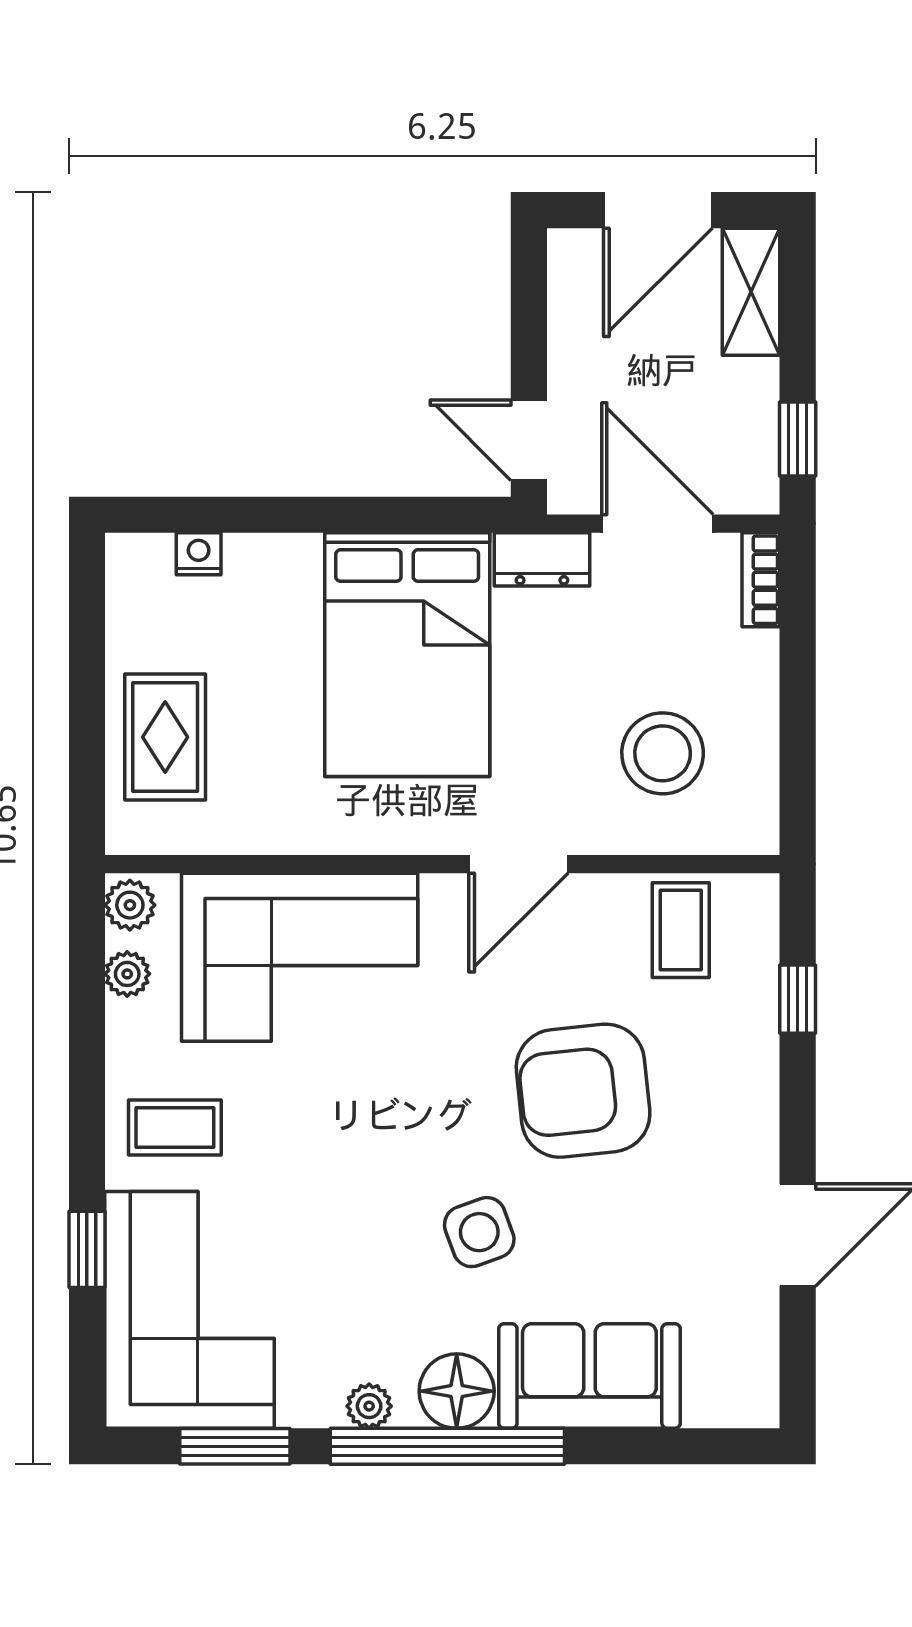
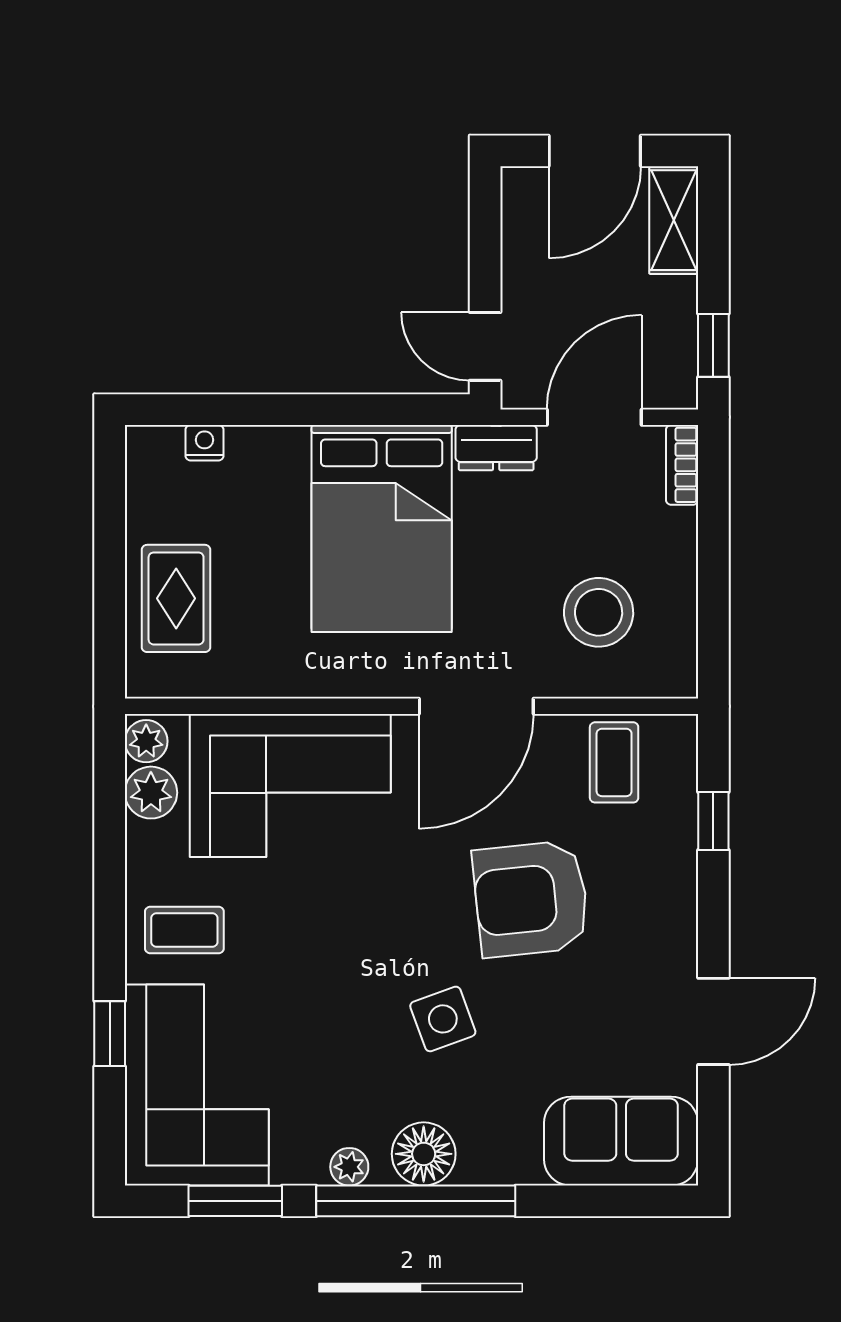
door: (657, 524) -> (594, 417), hinge flipped
door: (519, 864) -> (476, 706), width x1.36
plant: (127, 974) -> (151, 793), width x1.38, depth x1.38
sofa: (589, 1376) -> (621, 1141), moved

